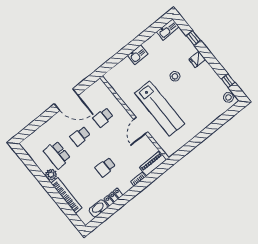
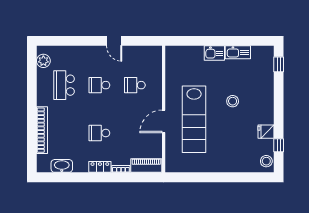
kitchen sink: (168, 29) -> (238, 52), moved
window: (193, 38) -> (279, 64), moved
fridge: (197, 59) -> (266, 132), moved
door: (66, 100) -> (114, 41), width x0.53
plant: (51, 175) -> (43, 61), moved
locker: (113, 197) -> (100, 167), moved

